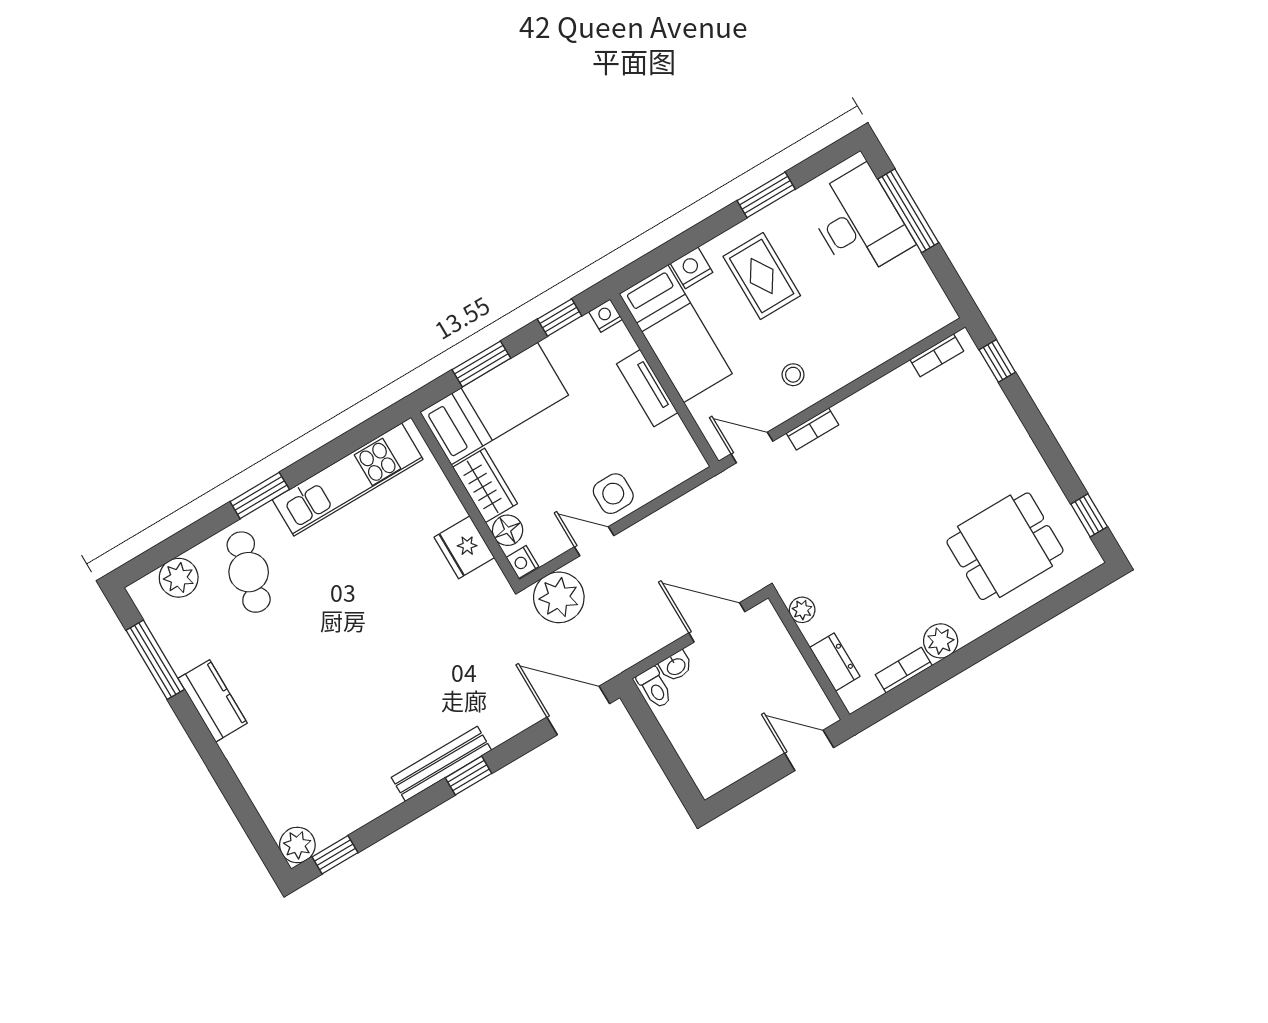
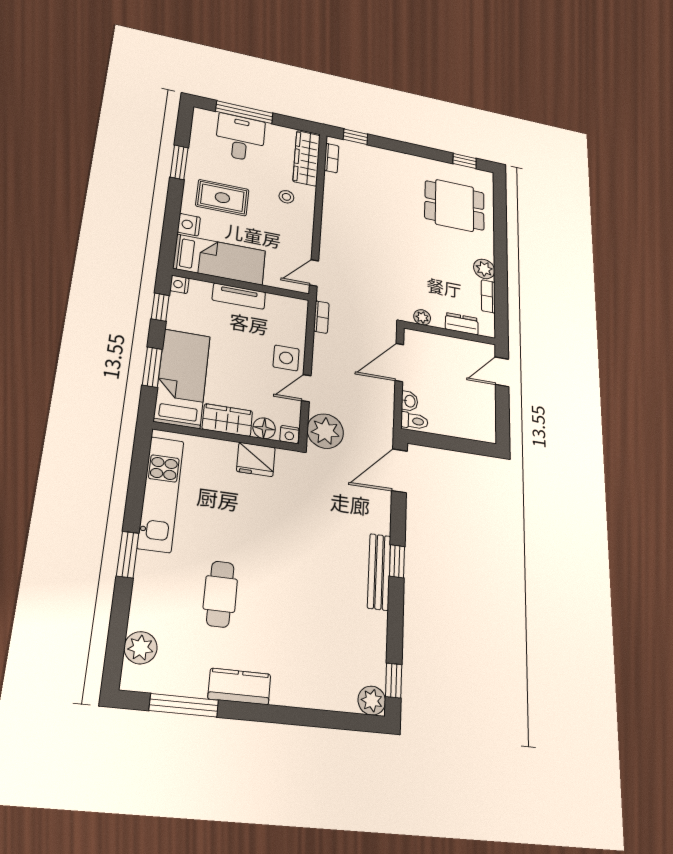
desk: (859, 222) -> (240, 138), width x0.73
wardrobe: (909, 328) -> (307, 158), added
stool: (793, 375) -> (286, 197), moved
bookcase: (812, 429) -> (321, 317), moved
dining table: (1005, 546) -> (455, 205), turned 90
cafe table: (249, 572) -> (220, 594), moved, turned 75

